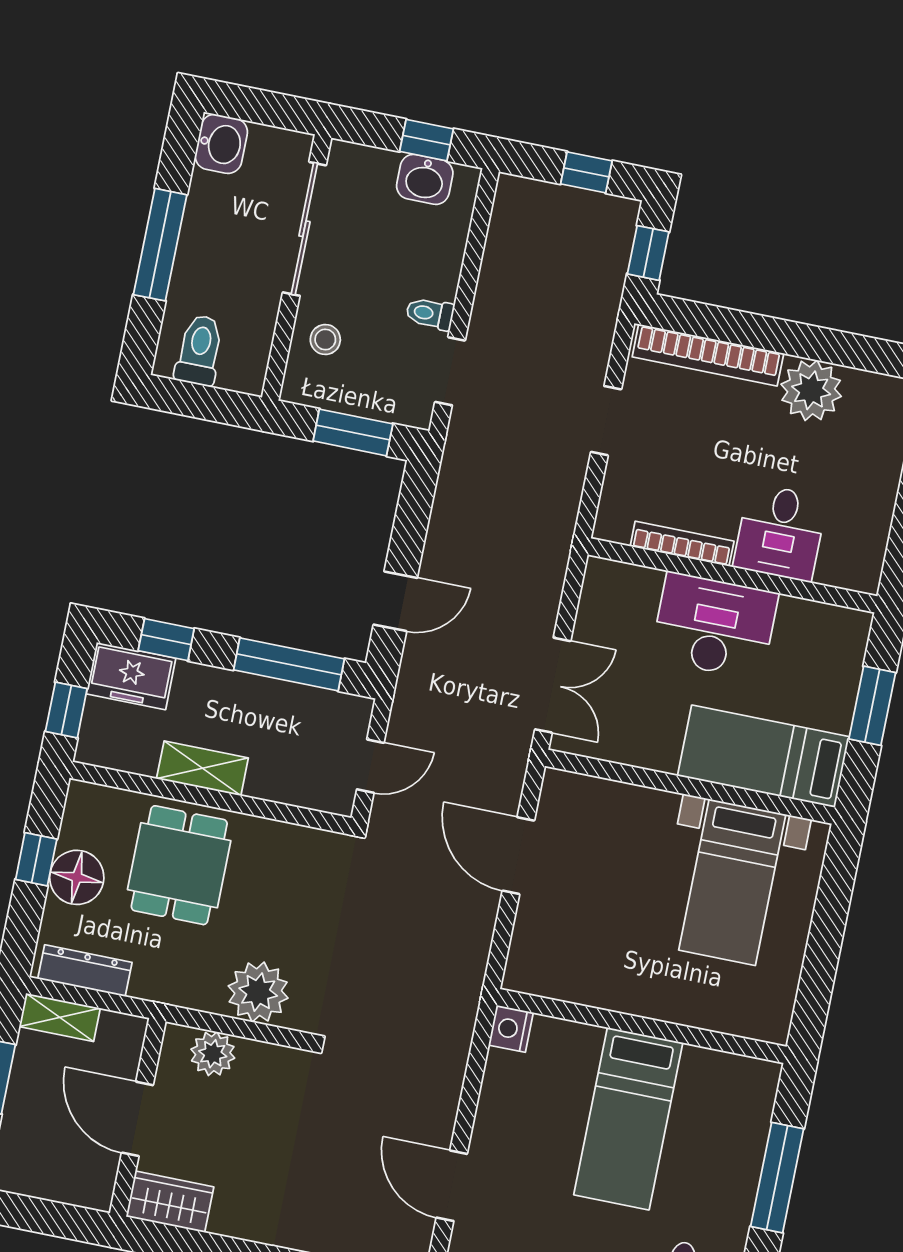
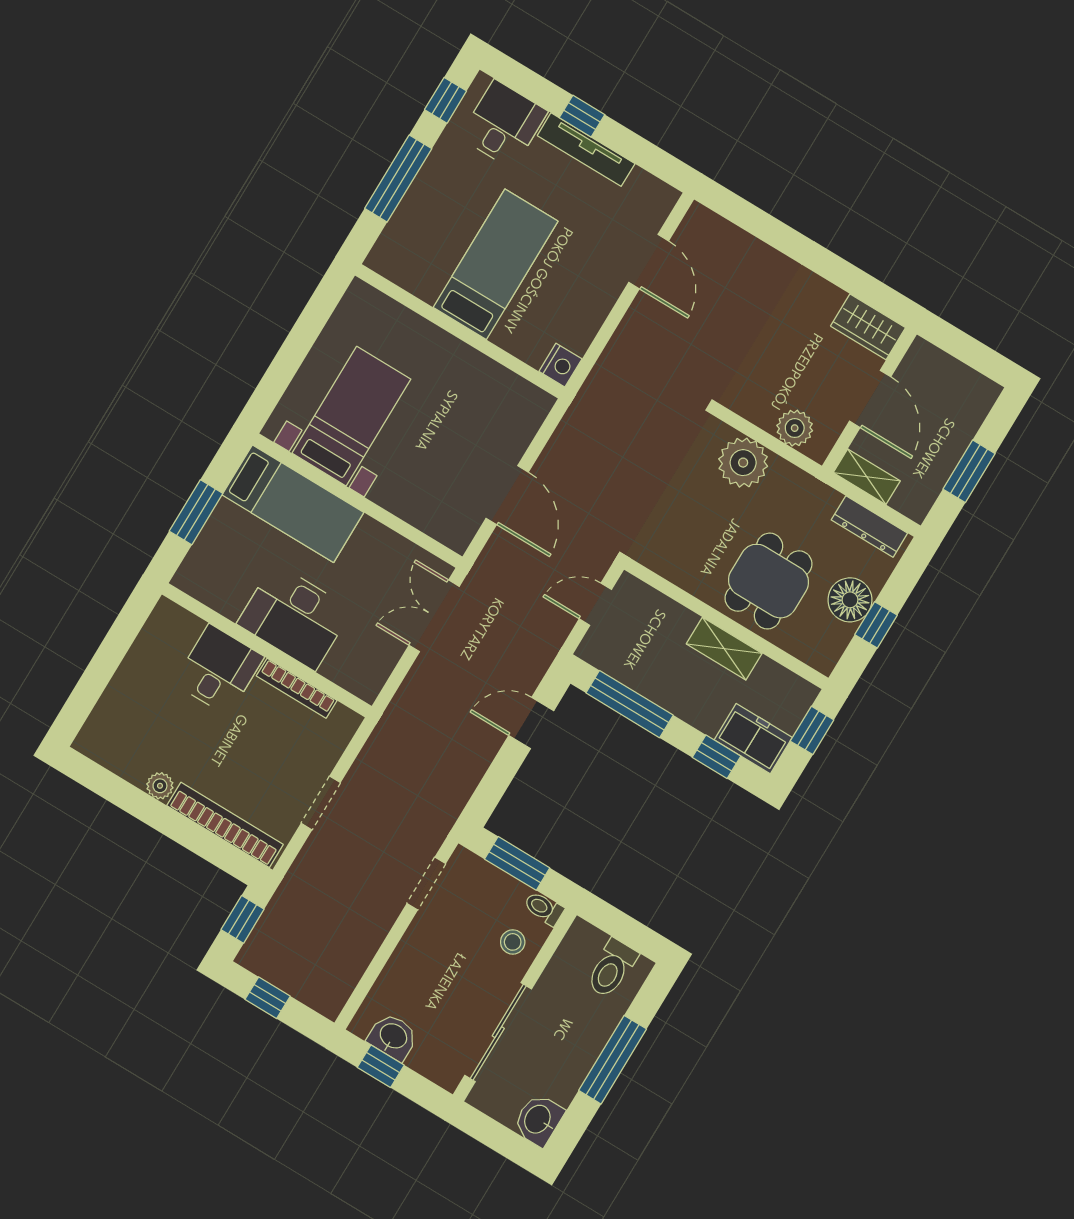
toilet: (430, 314) -> (544, 908), moved, turned 180
plant: (811, 390) -> (160, 786), width x0.53, depth x0.53
shelving: (60, 1017) -> (867, 477), moved

